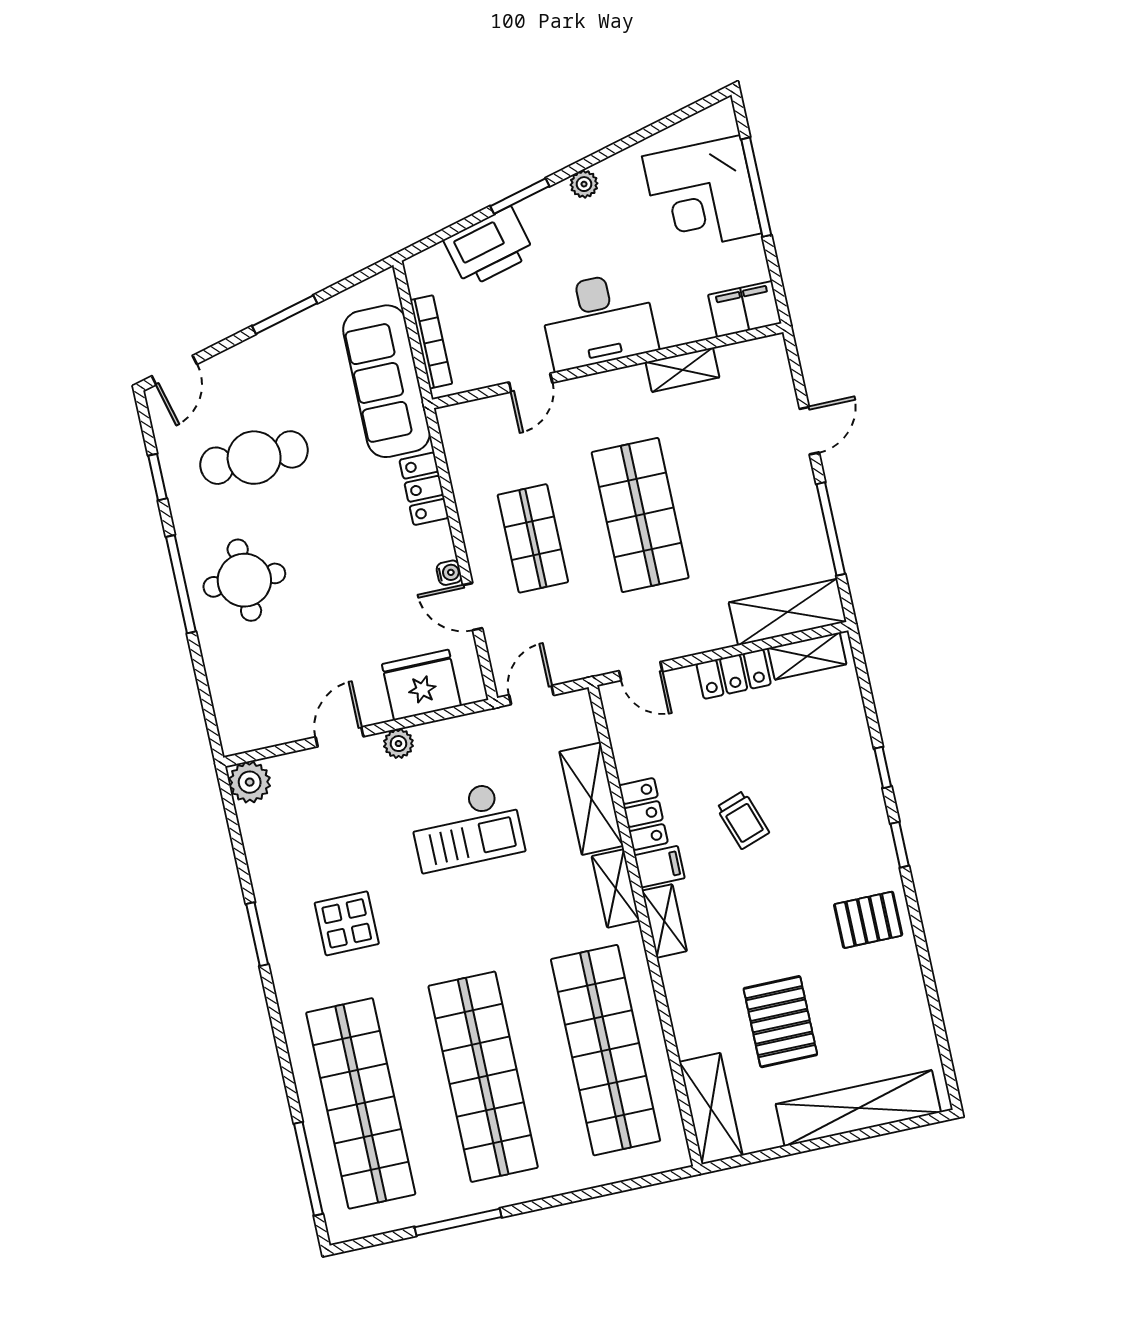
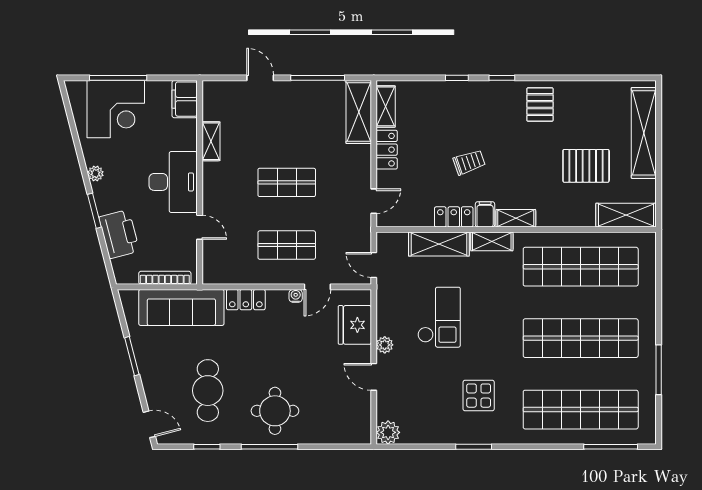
shop shelf: (640, 515) -> (287, 182), width x0.70, depth x0.74

